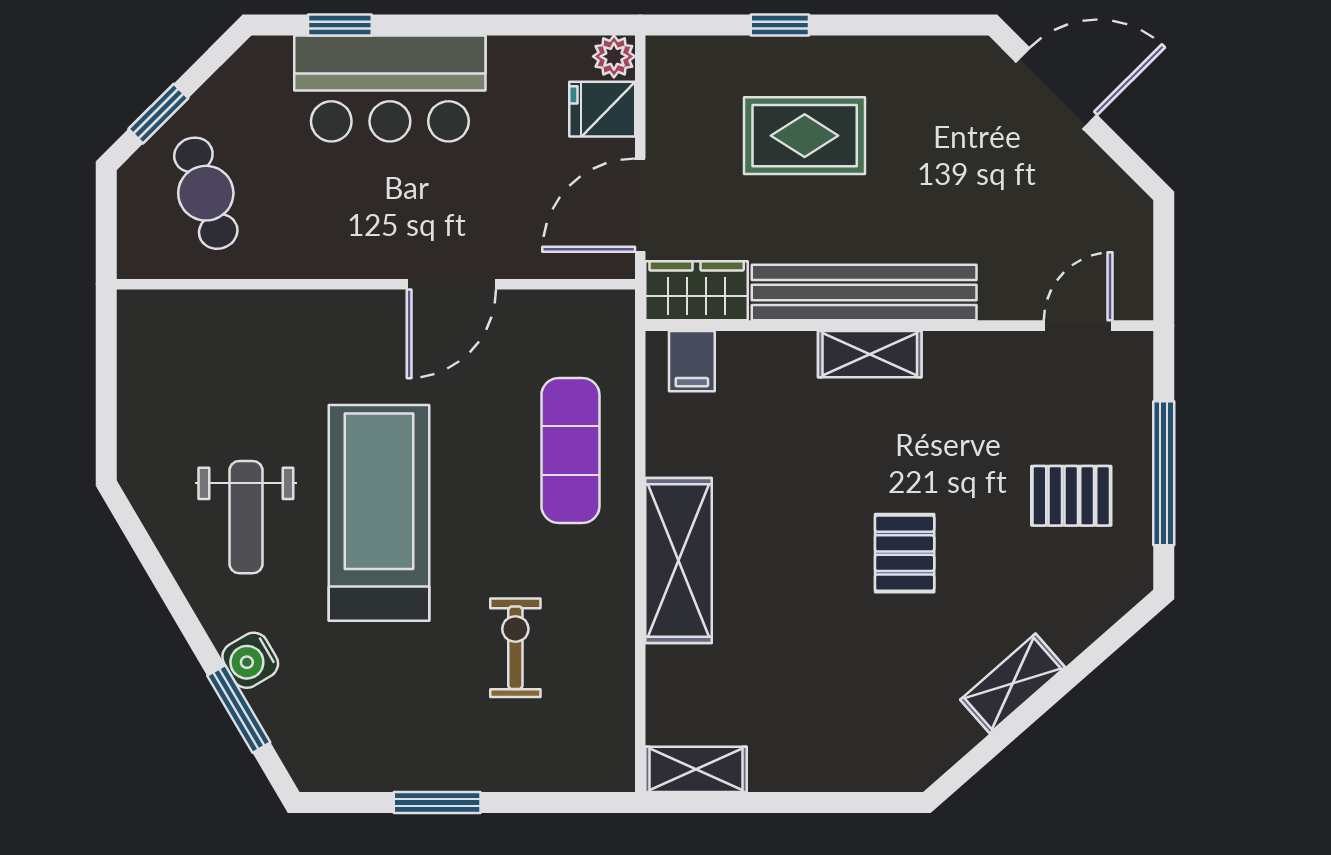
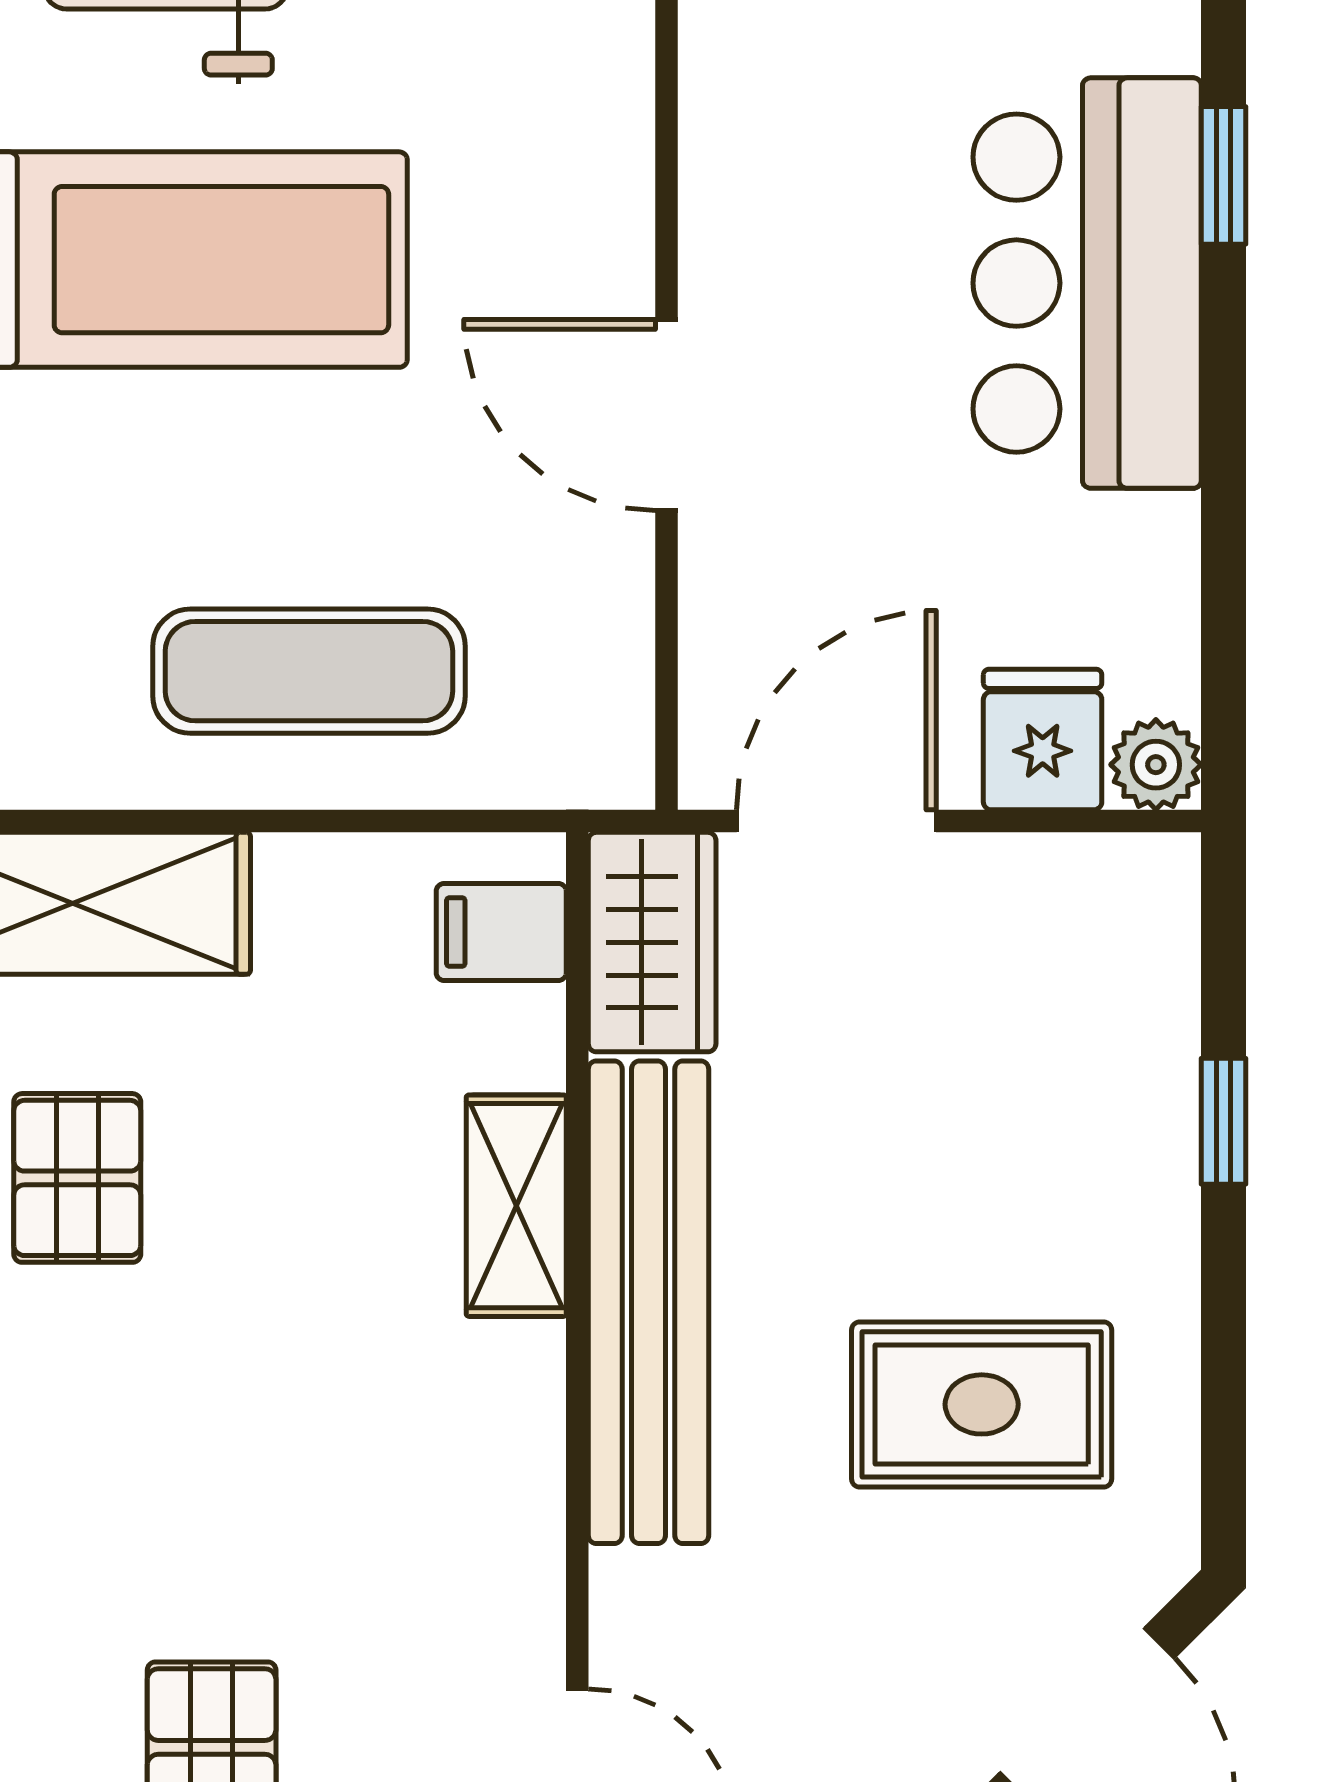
rug: (805, 136) -> (982, 1404), moved, turned 90
door: (640, 205) -> (836, 821), hinge flipped
shelving: (870, 354) -> (516, 1206), moved
pallet: (905, 553) -> (77, 1178), moved, turned 90

